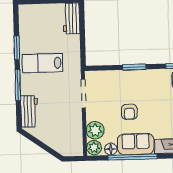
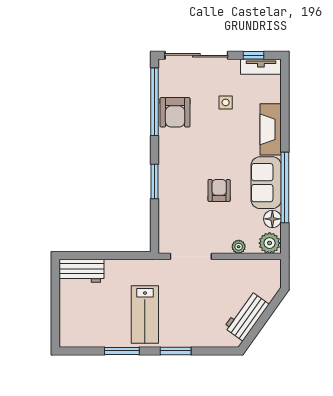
window: (18, 85) -> (176, 351), width x0.69
workbench: (29, 111) -> (247, 316), moved, turned -55
armchair: (129, 112) -> (219, 190), turned -90
plant: (95, 130) -> (239, 247), width x0.53, depth x0.53

